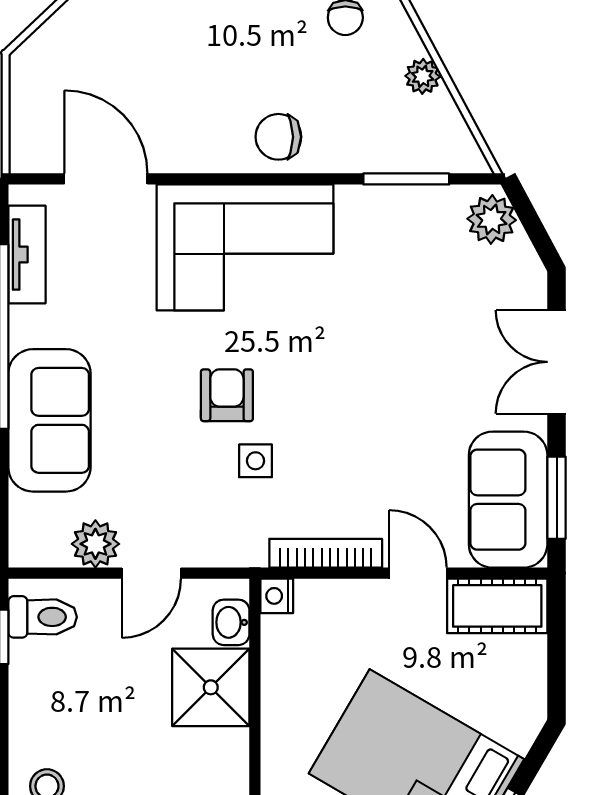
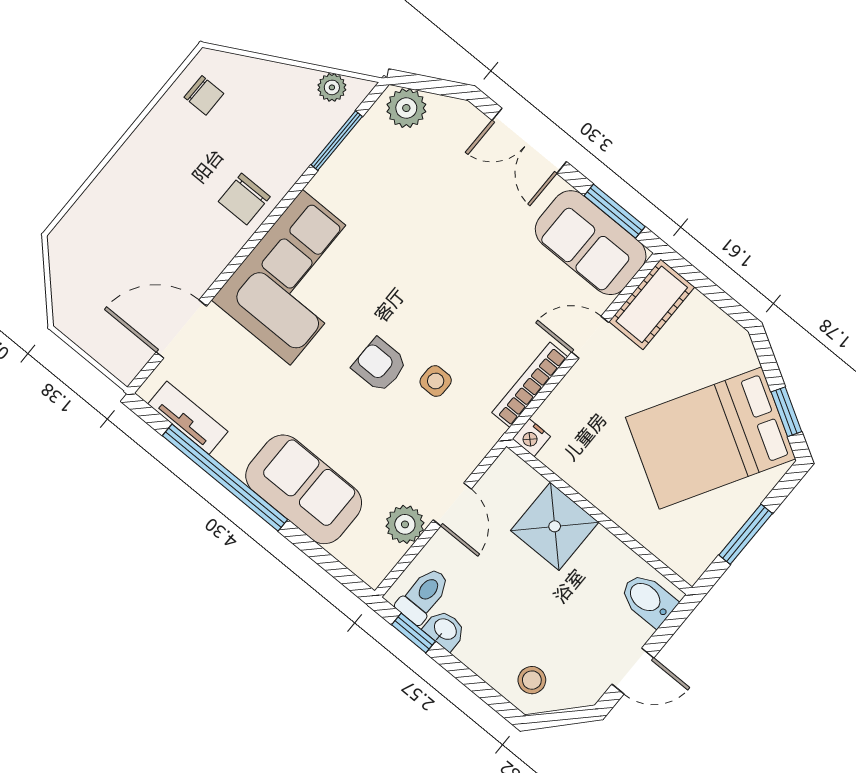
plant: (423, 76) -> (332, 87), moved
washbasin: (231, 622) -> (445, 630), moved, turned 180

